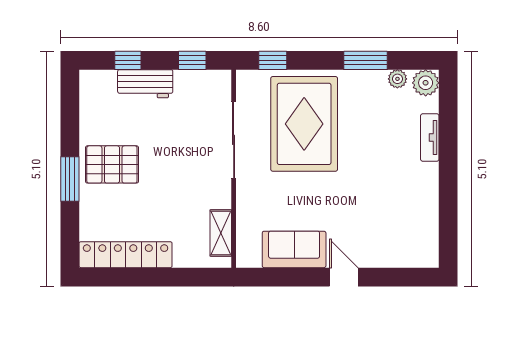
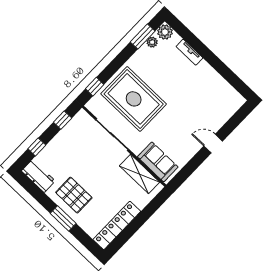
window: (366, 60) -> (143, 37), moved
workbench: (145, 84) -> (38, 176), moved, turned -90
pallet: (112, 164) -> (74, 195), turned 90
shelving: (221, 233) -> (139, 174), width x1.50, depth x1.33
sofa: (294, 249) -> (158, 162), moved, turned 90

